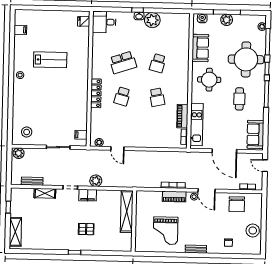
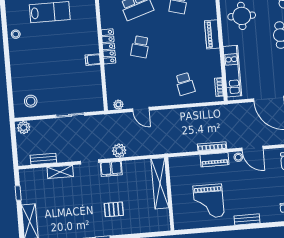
school desk: (157, 97) -> (185, 84), moved
piano: (182, 116) -> (212, 34), moved
filing cabinet: (81, 135) -> (93, 60), moved

